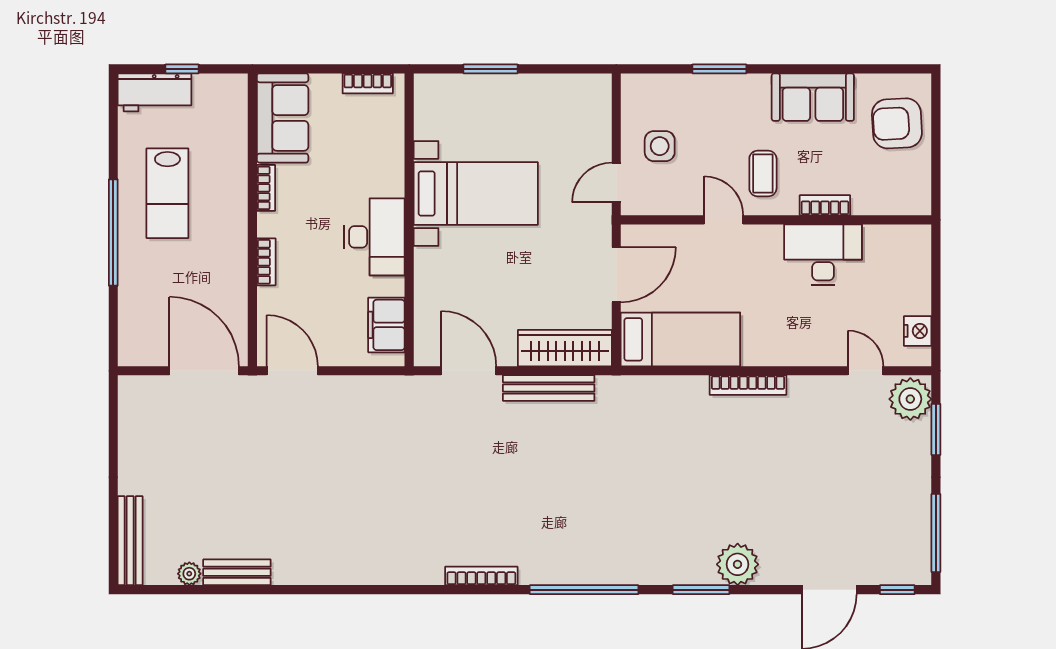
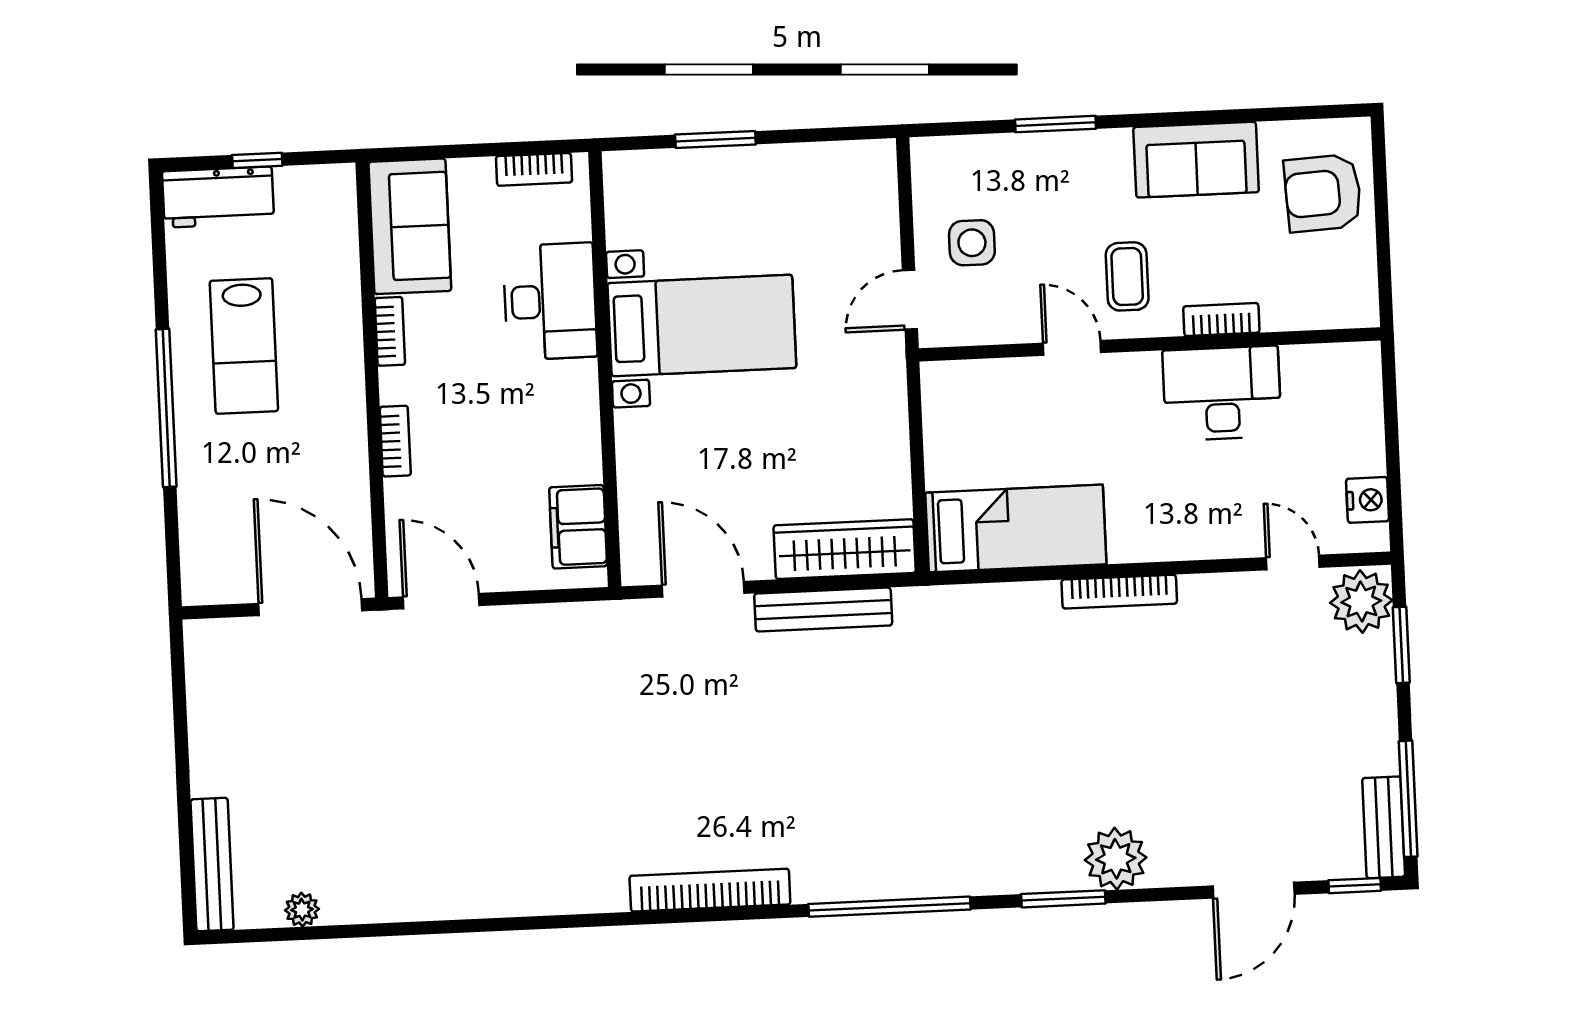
desk: (374, 237) -> (550, 301), moved
door: (616, 275) -> (916, 437), removed
bench: (237, 572) -> (1384, 827), moved, turned 90
bookcase: (481, 576) -> (710, 890), width x1.48, depth x1.31

